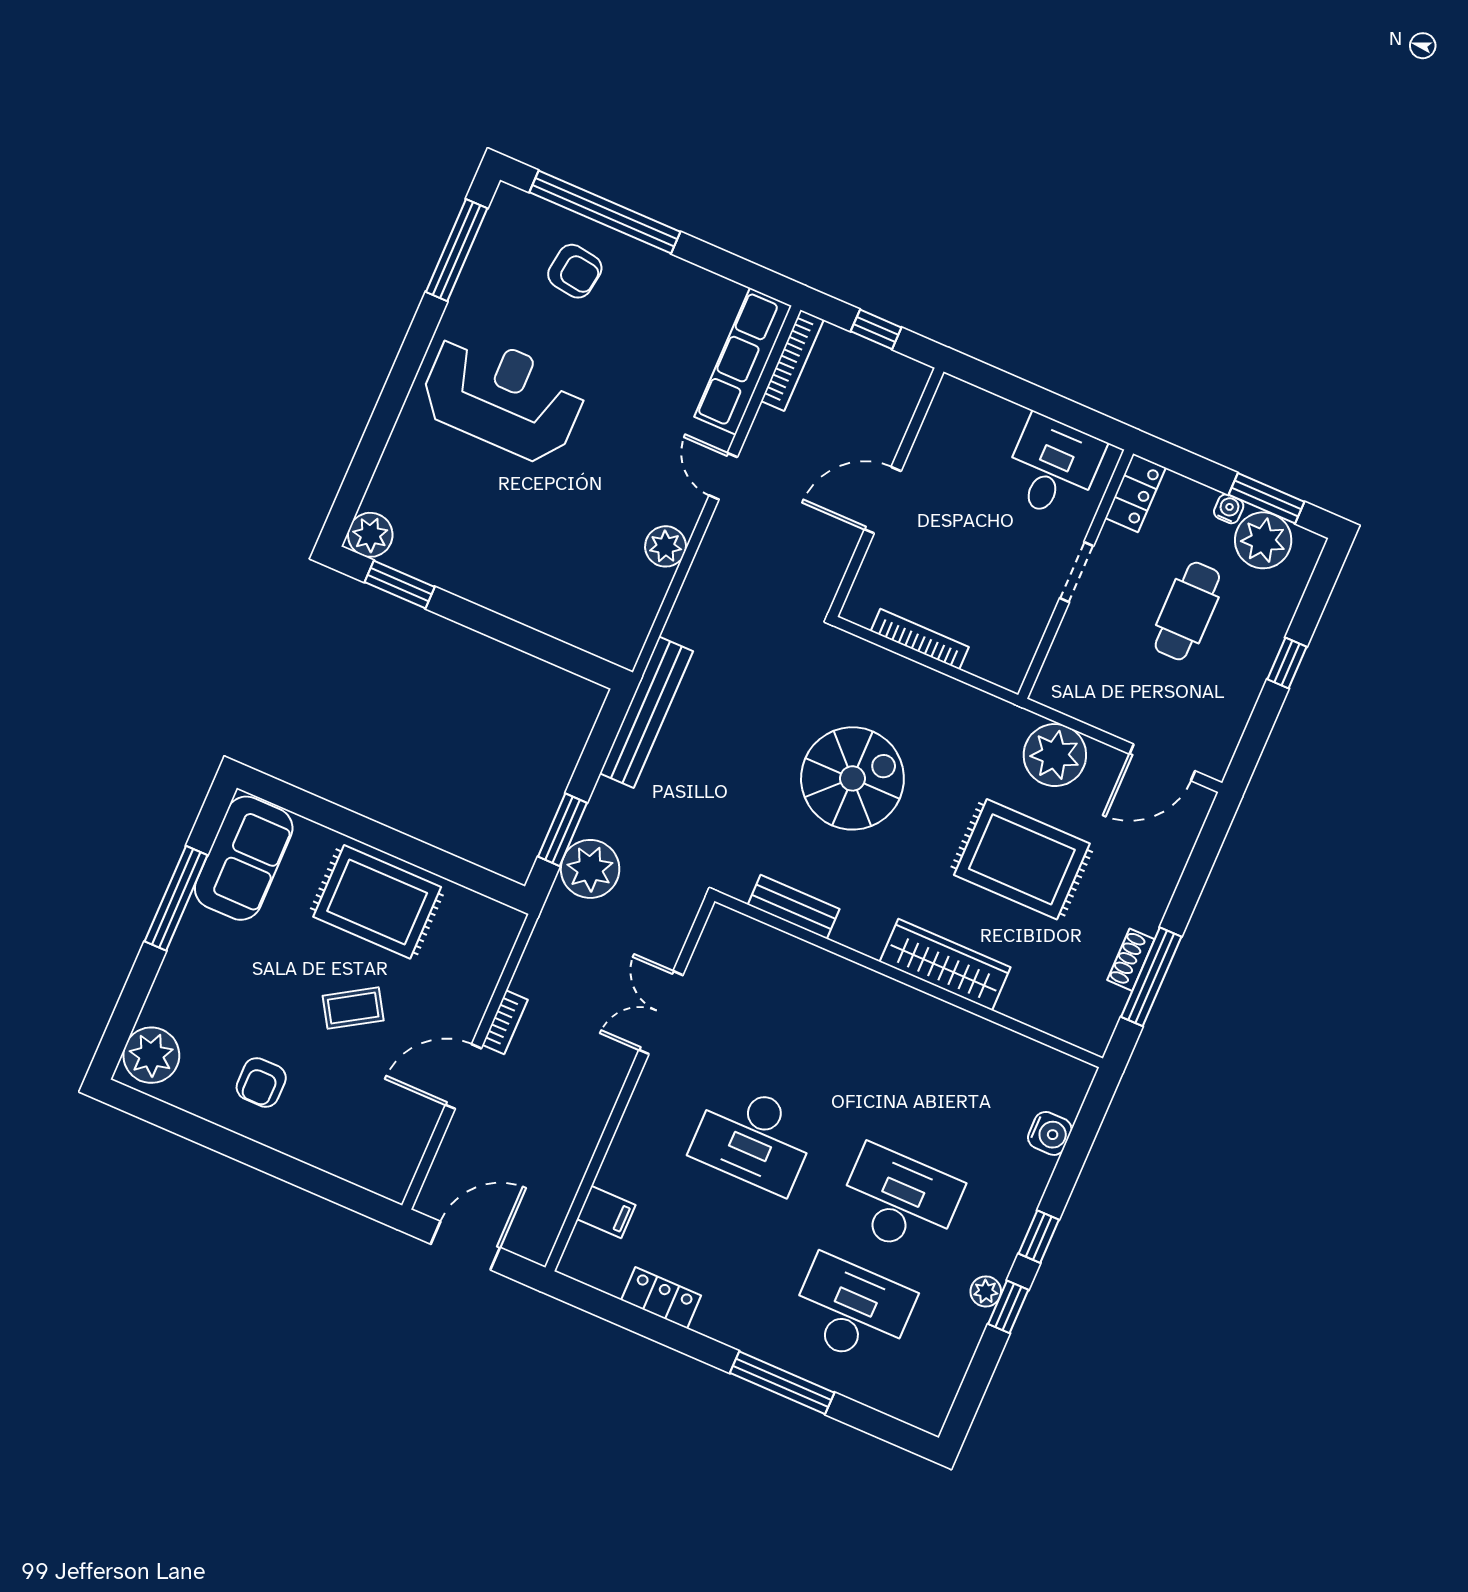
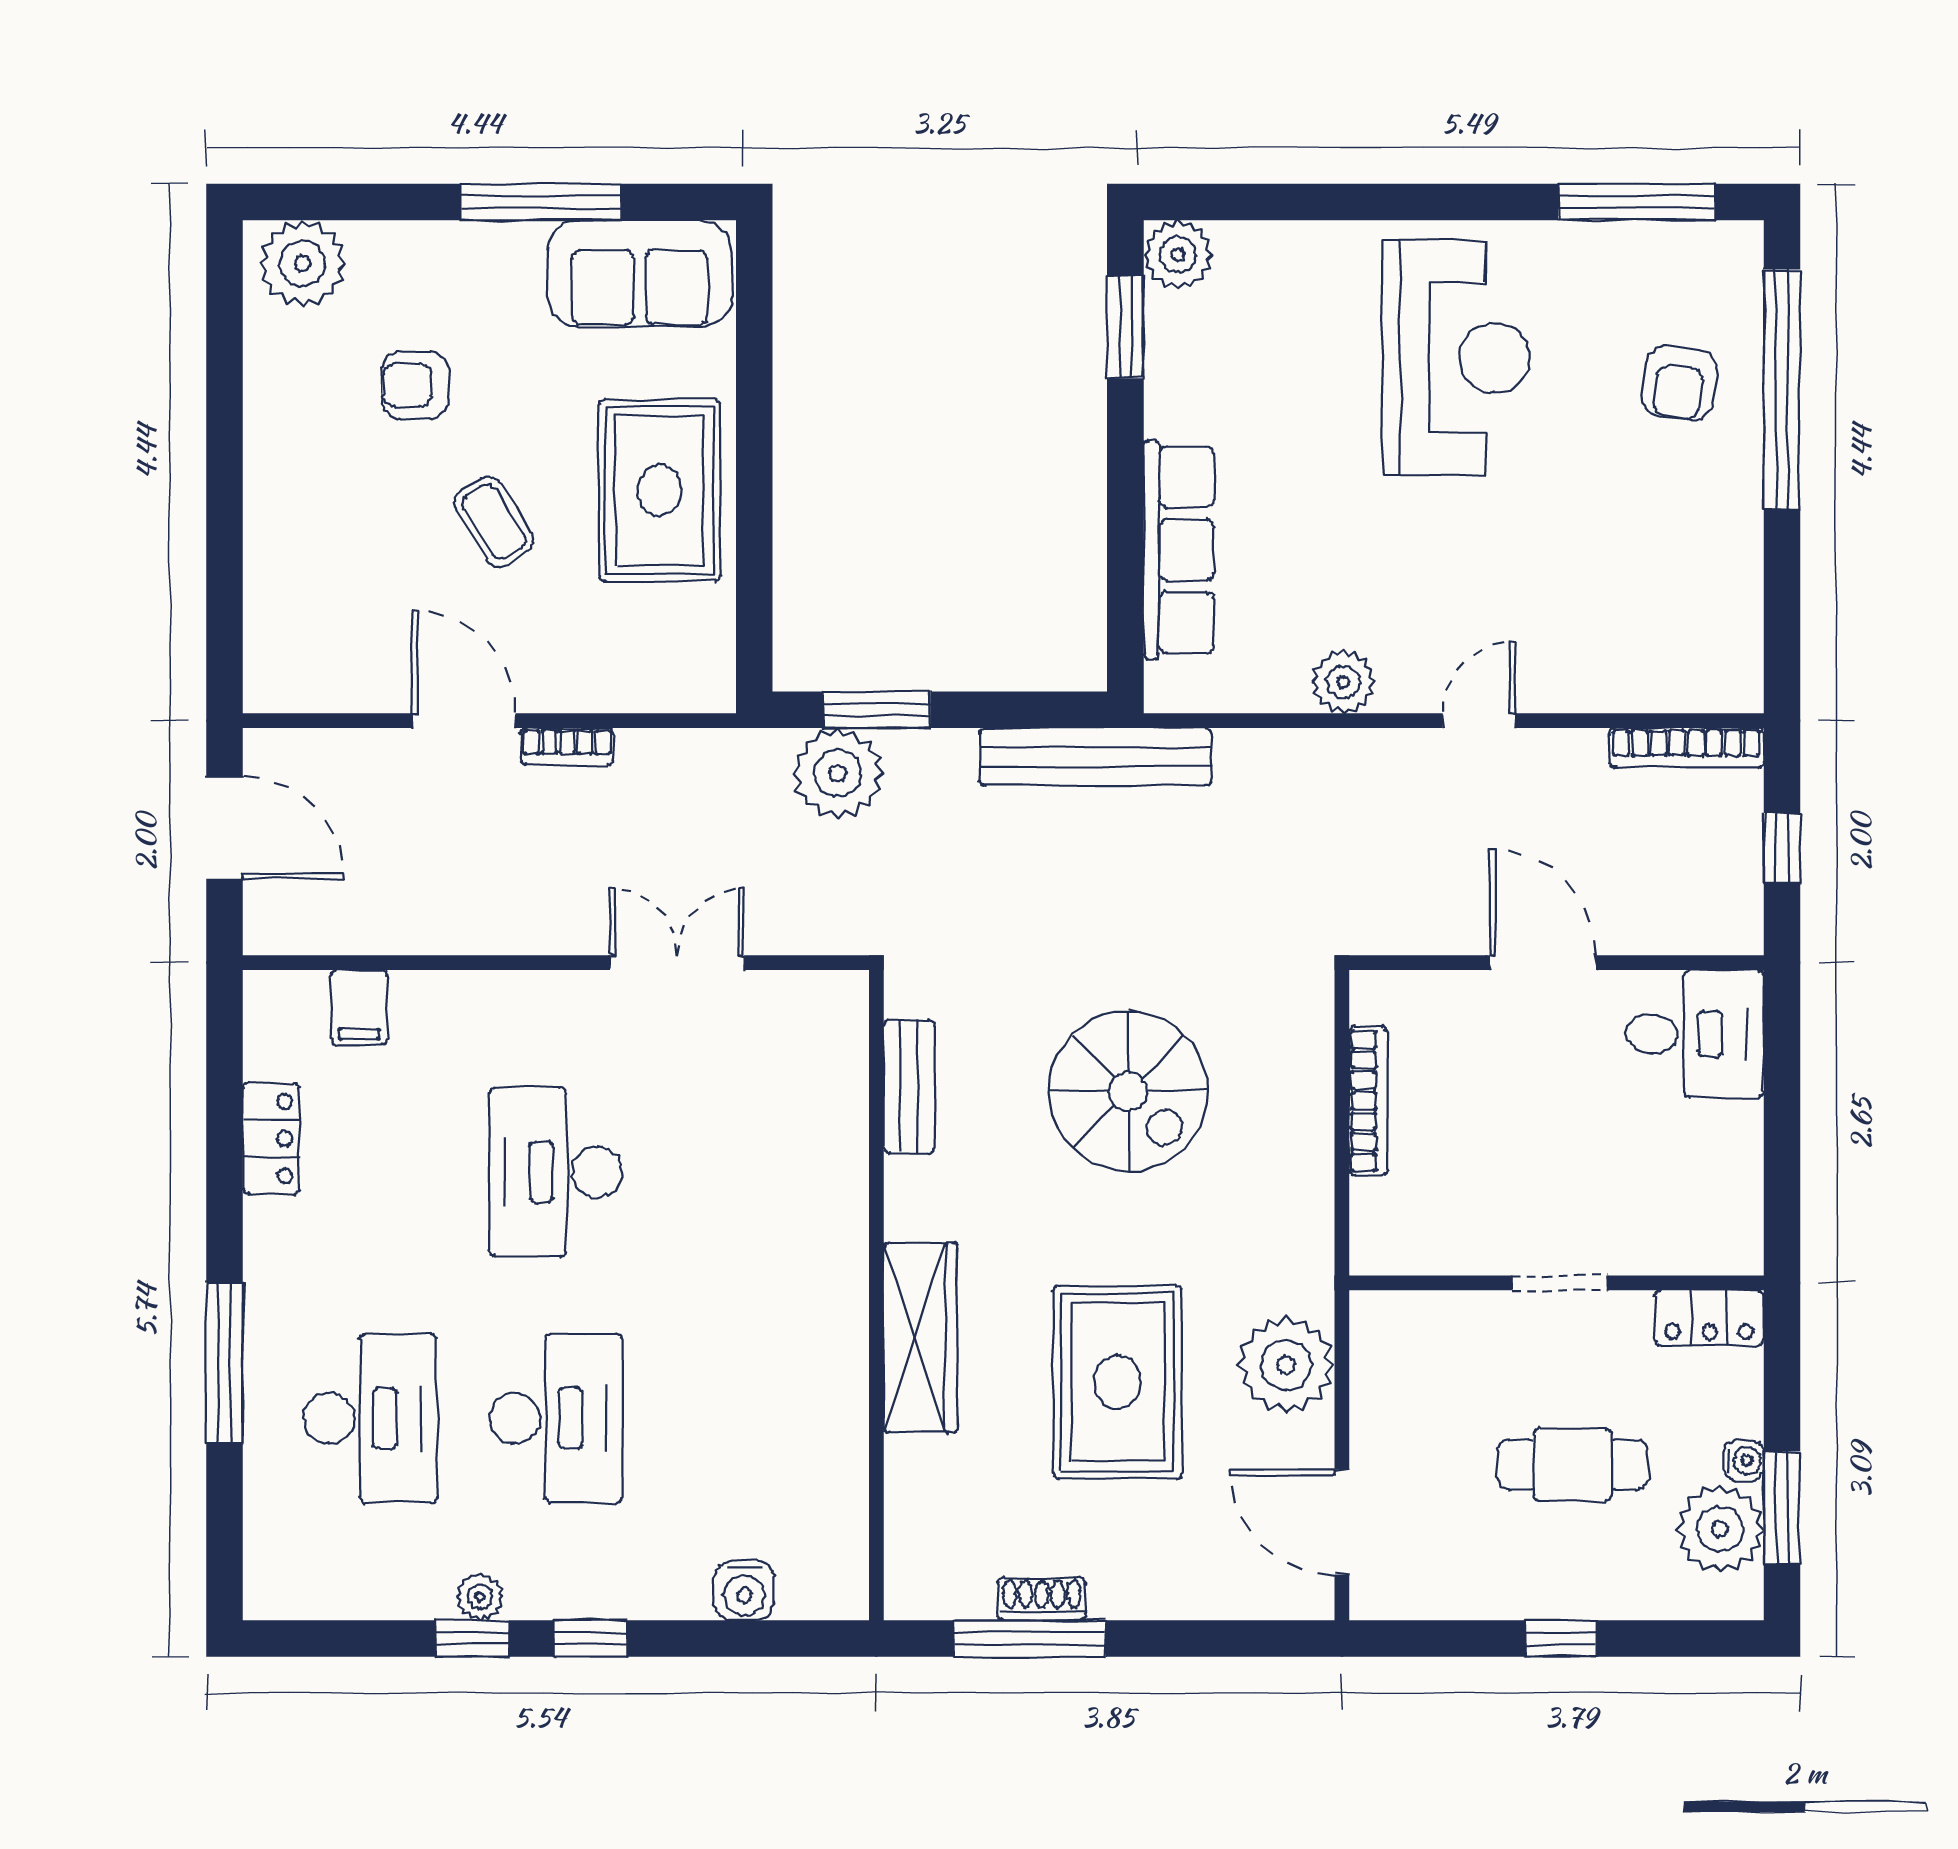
row of seats: (743, 361) -> (1179, 550), moved, turned 90
desk: (1053, 467) -> (1695, 1034), moved
armchair: (261, 1082) -> (415, 385), moved

